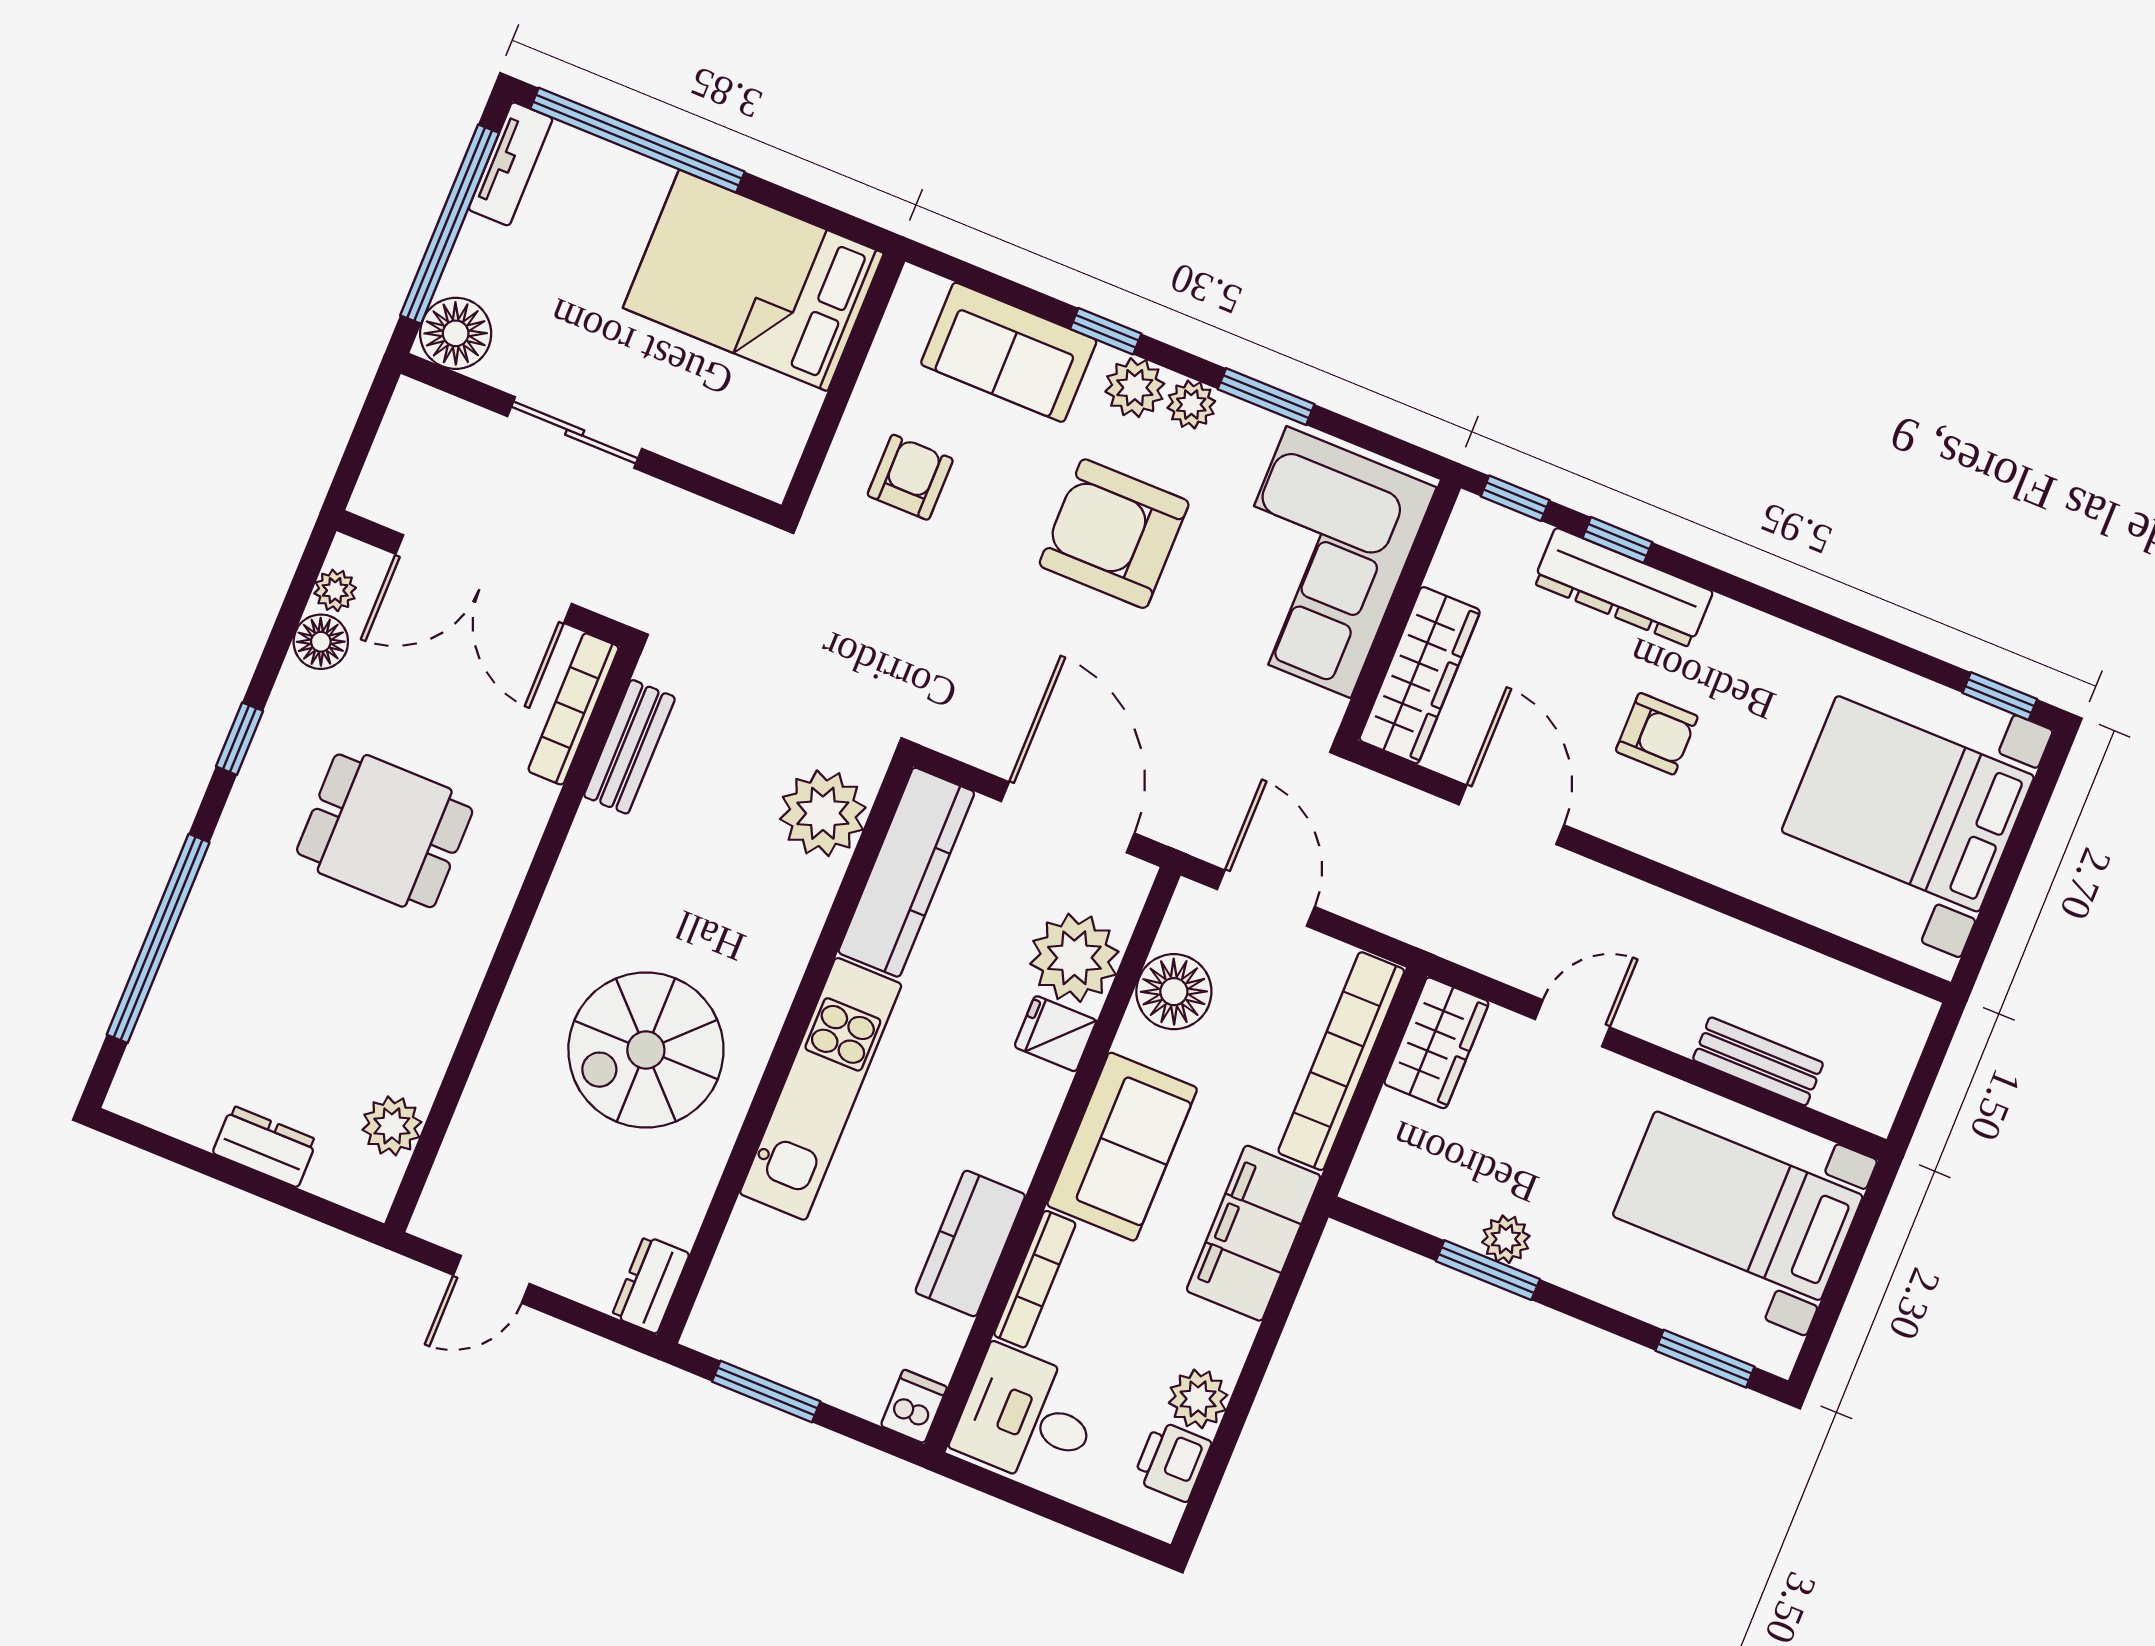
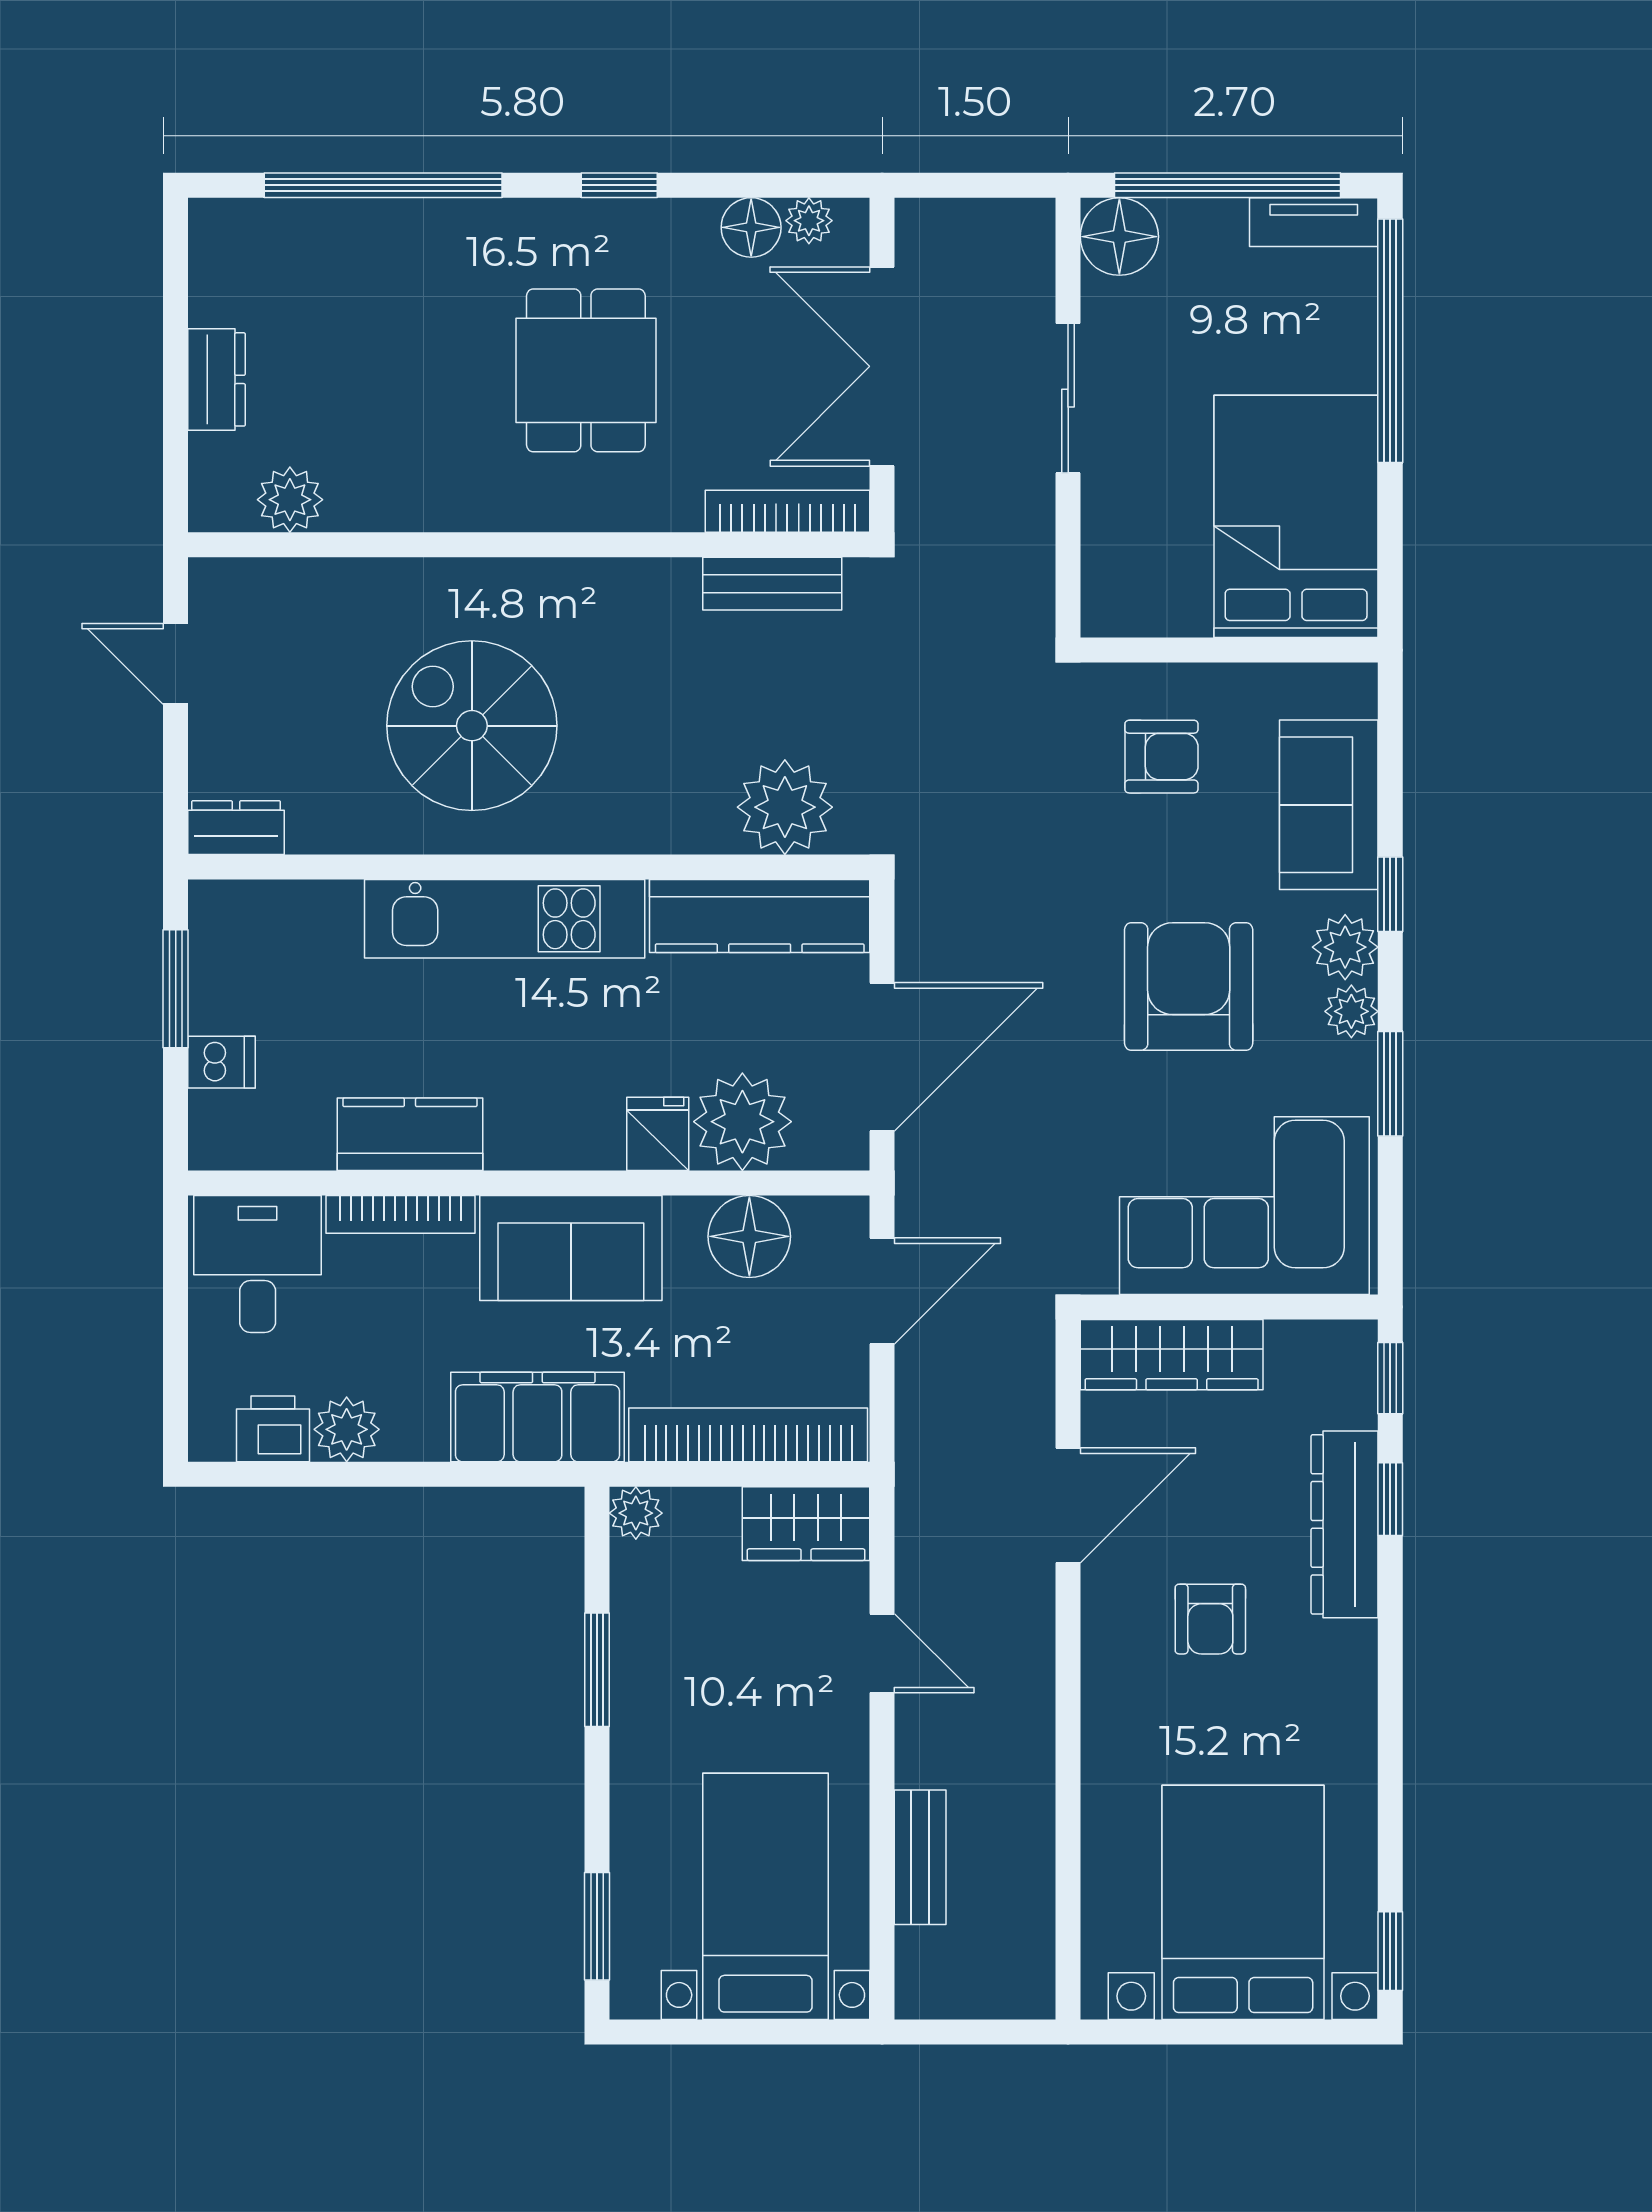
plant: (1506, 1239) -> (636, 1513), moved
dishwasher: (914, 1406) -> (222, 1062), moved

